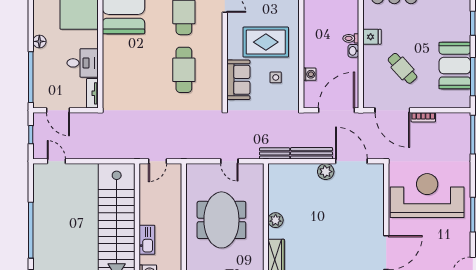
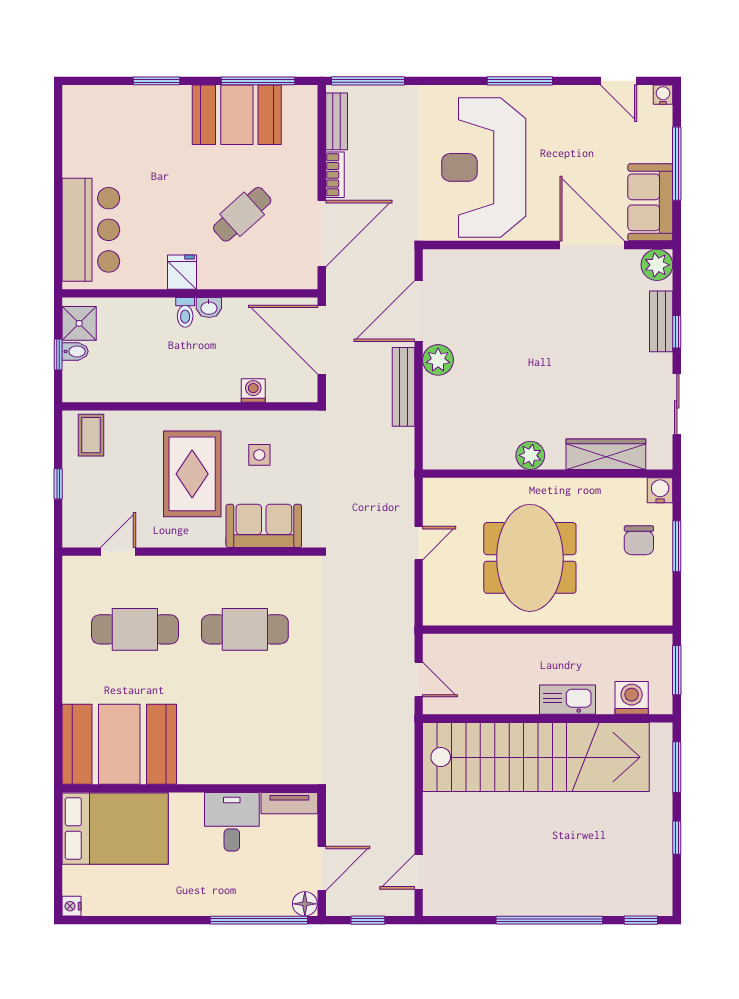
floor lamp: (39, 41) -> (305, 904), moved
bench: (275, 153) -> (337, 121), moved
meeting table: (221, 220) -> (530, 558), turned 90

